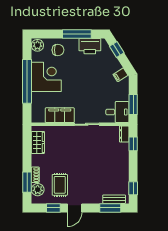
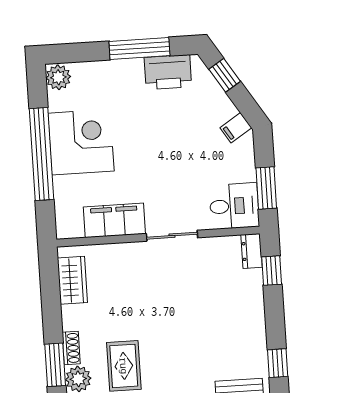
chair: (58, 50) -> (102, 84), removed

